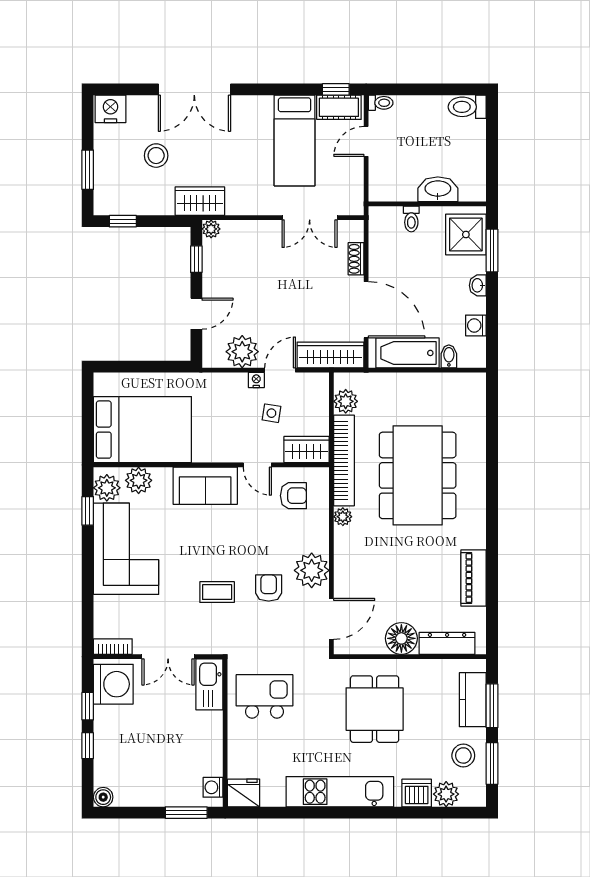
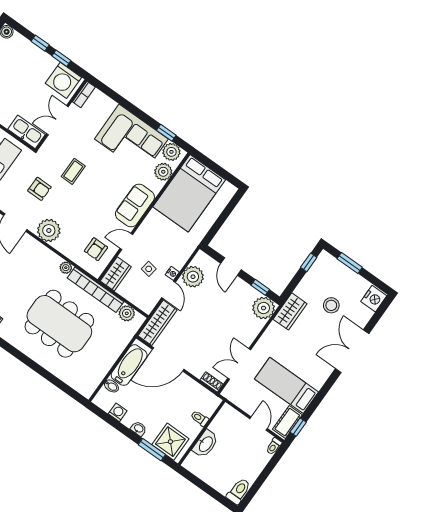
plant: (211, 229) -> (264, 308), width x1.87, depth x1.87
shoe rack: (356, 259) -> (212, 382), moved
armchair: (269, 588) -> (39, 189), moved

